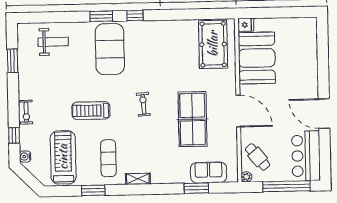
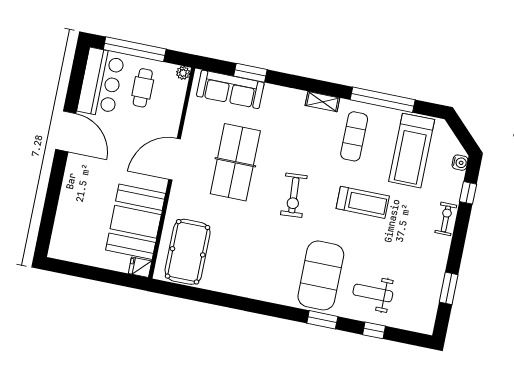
window: (135, 16) -> (374, 330), moved
weight bench: (53, 42) -> (373, 293), moved
exercise bike: (143, 104) -> (294, 195), width x1.38, depth x1.39
door: (238, 111) -> (175, 159), hinge flipped
cafe table: (258, 157) -> (143, 88), moved, turned 39
sofa: (209, 173) -> (230, 89), width x1.36
window: (93, 190) -> (383, 100), width x2.11

